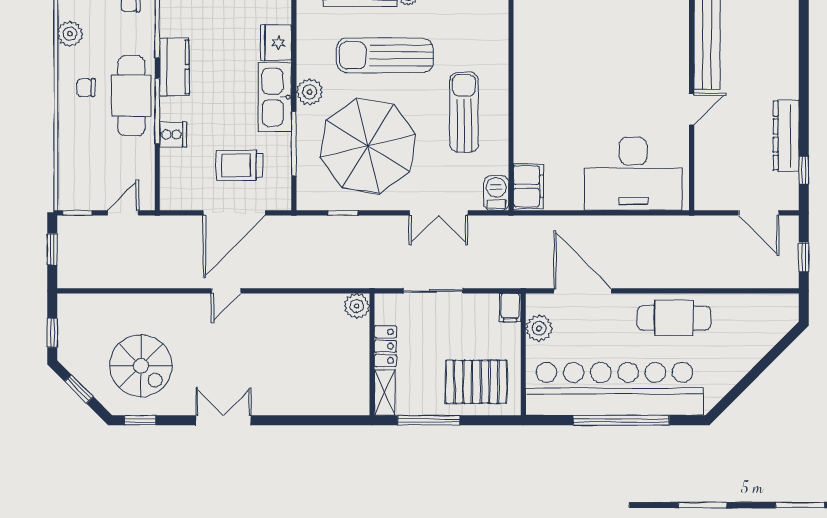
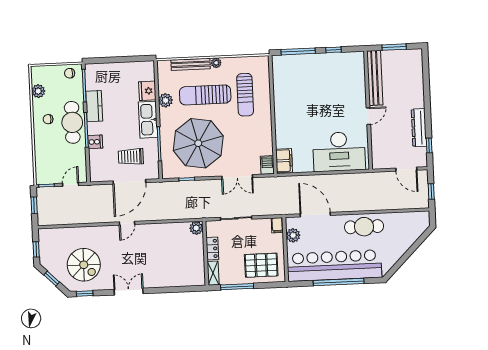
plant: (310, 92) -> (166, 100), moved
sun lounger: (464, 112) -> (245, 95), moved, turned 180

